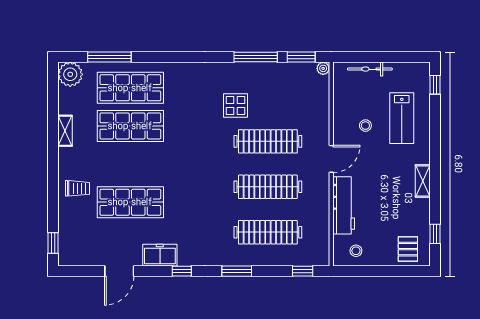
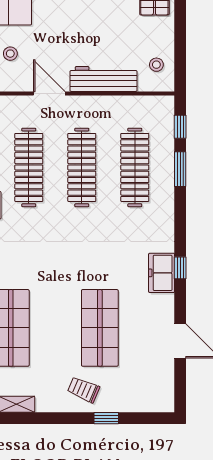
trolley: (78, 188) -> (84, 390), turned -67
window: (53, 243) -> (106, 418), moved
freezer: (160, 255) -> (162, 273), moved
window: (237, 271) -> (180, 169), moved

